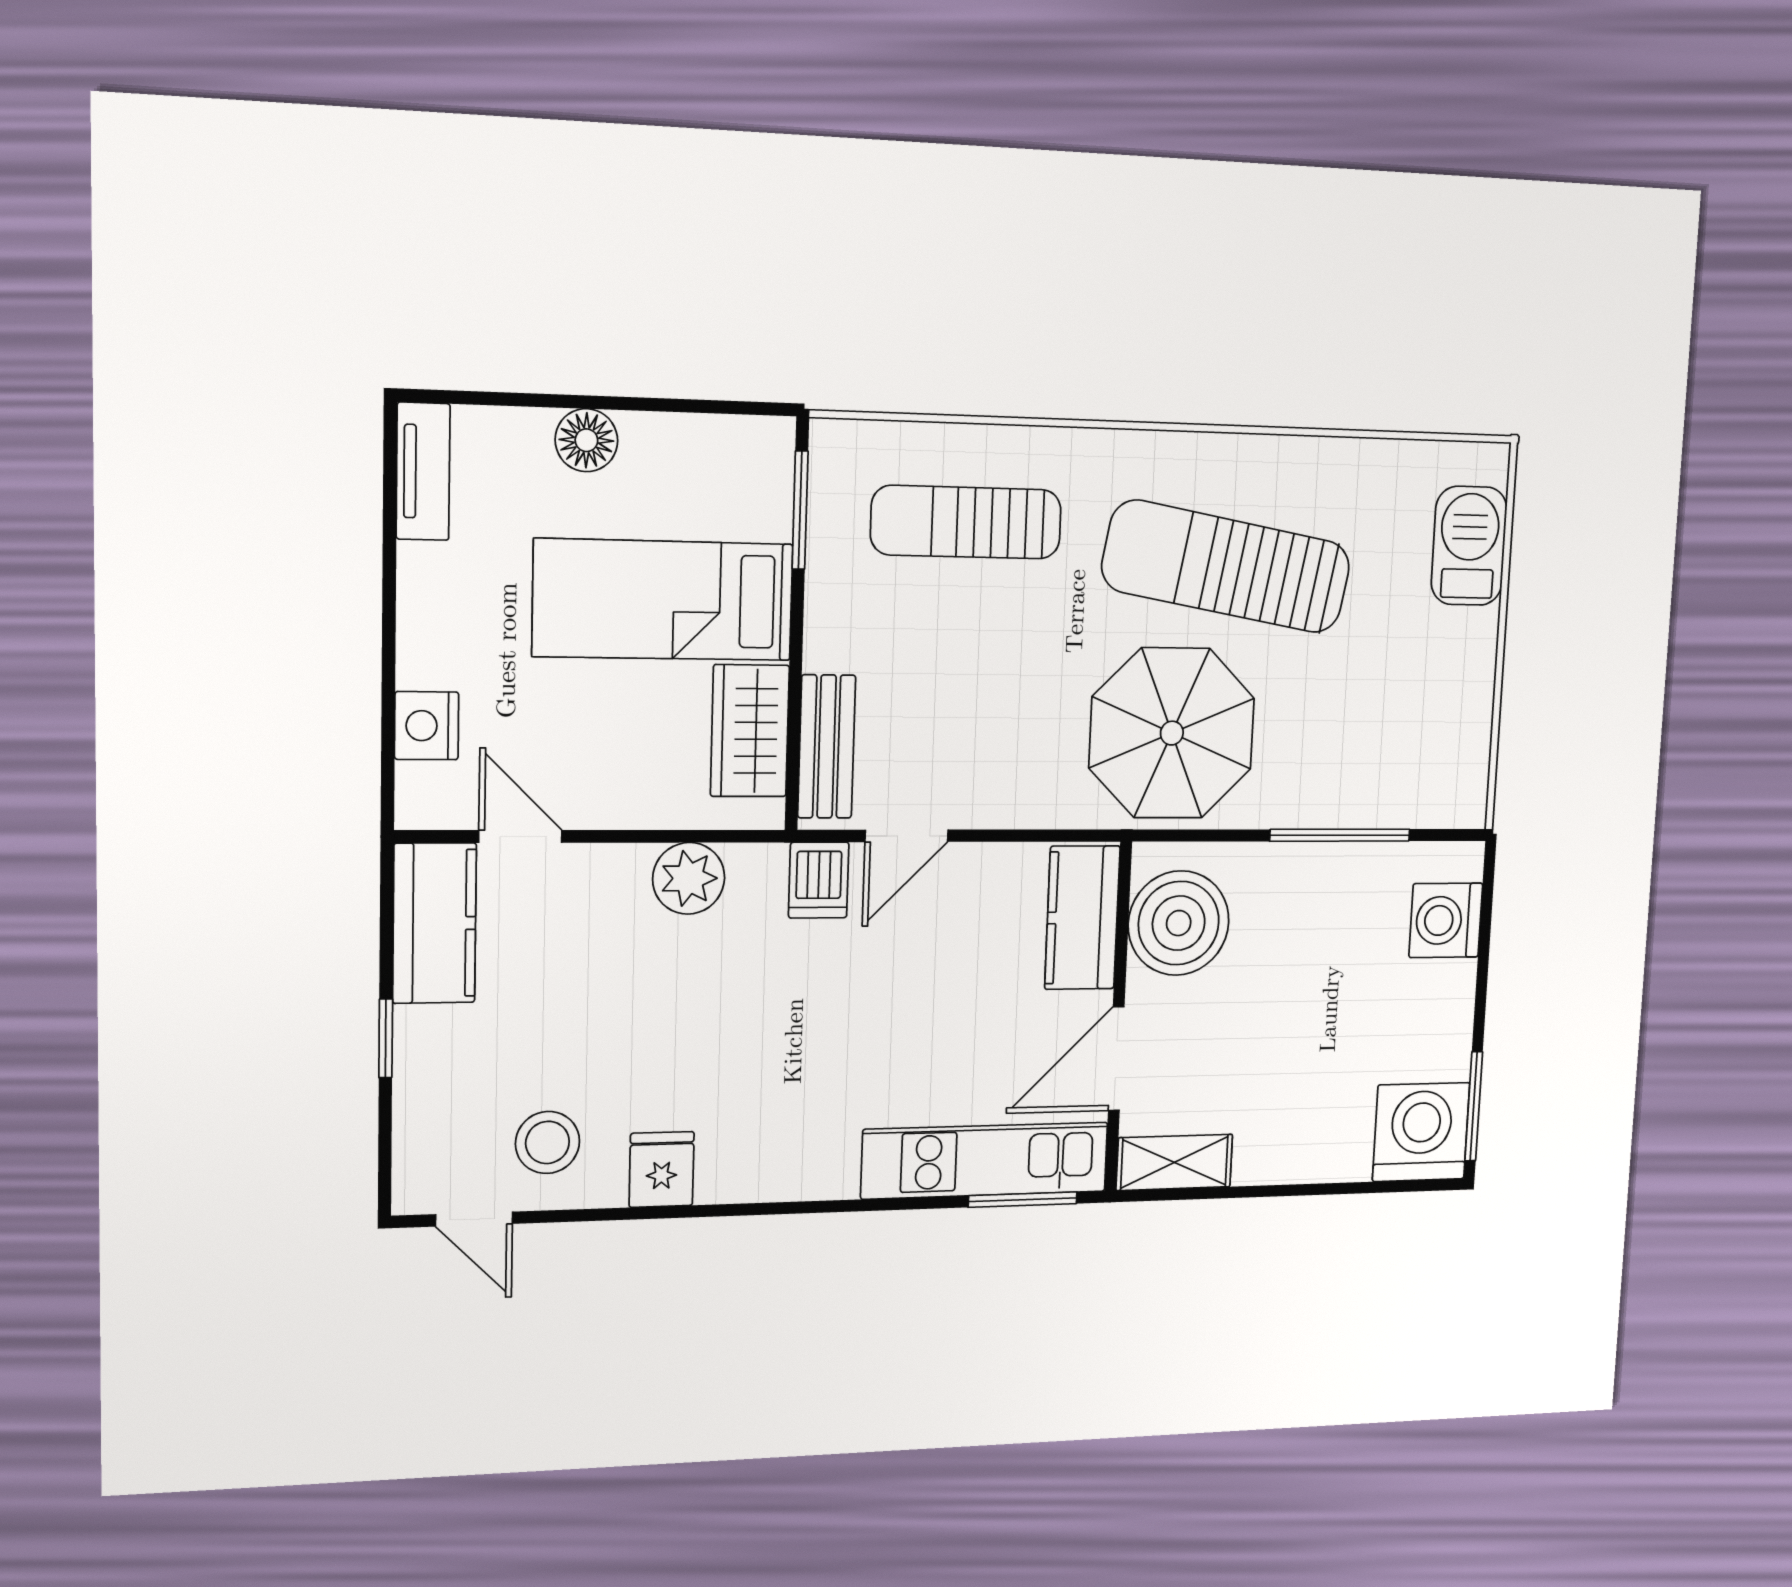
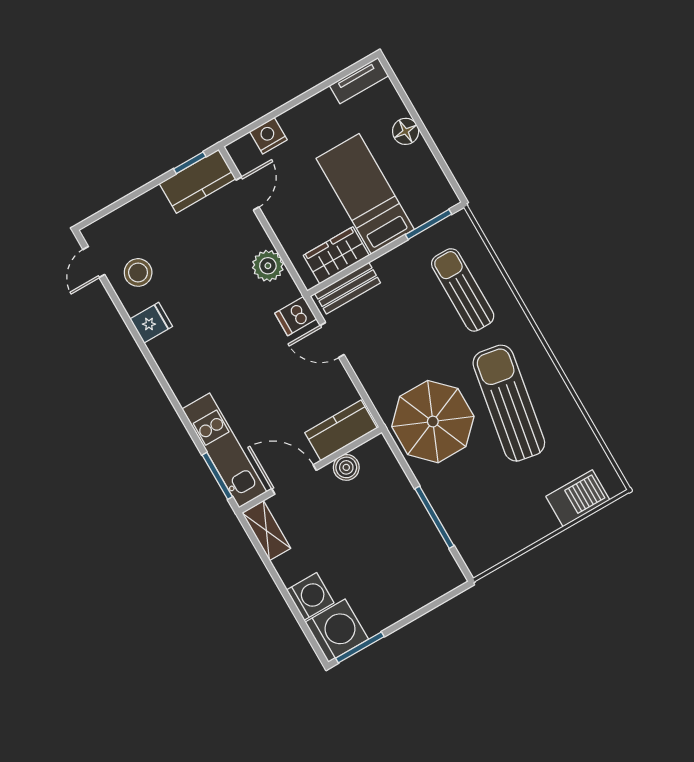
washing machine: (1446, 920) -> (310, 596), moved, turned 90
boiler: (1179, 923) -> (346, 467), width x0.54, depth x0.54
window: (386, 1038) -> (190, 163), moved

